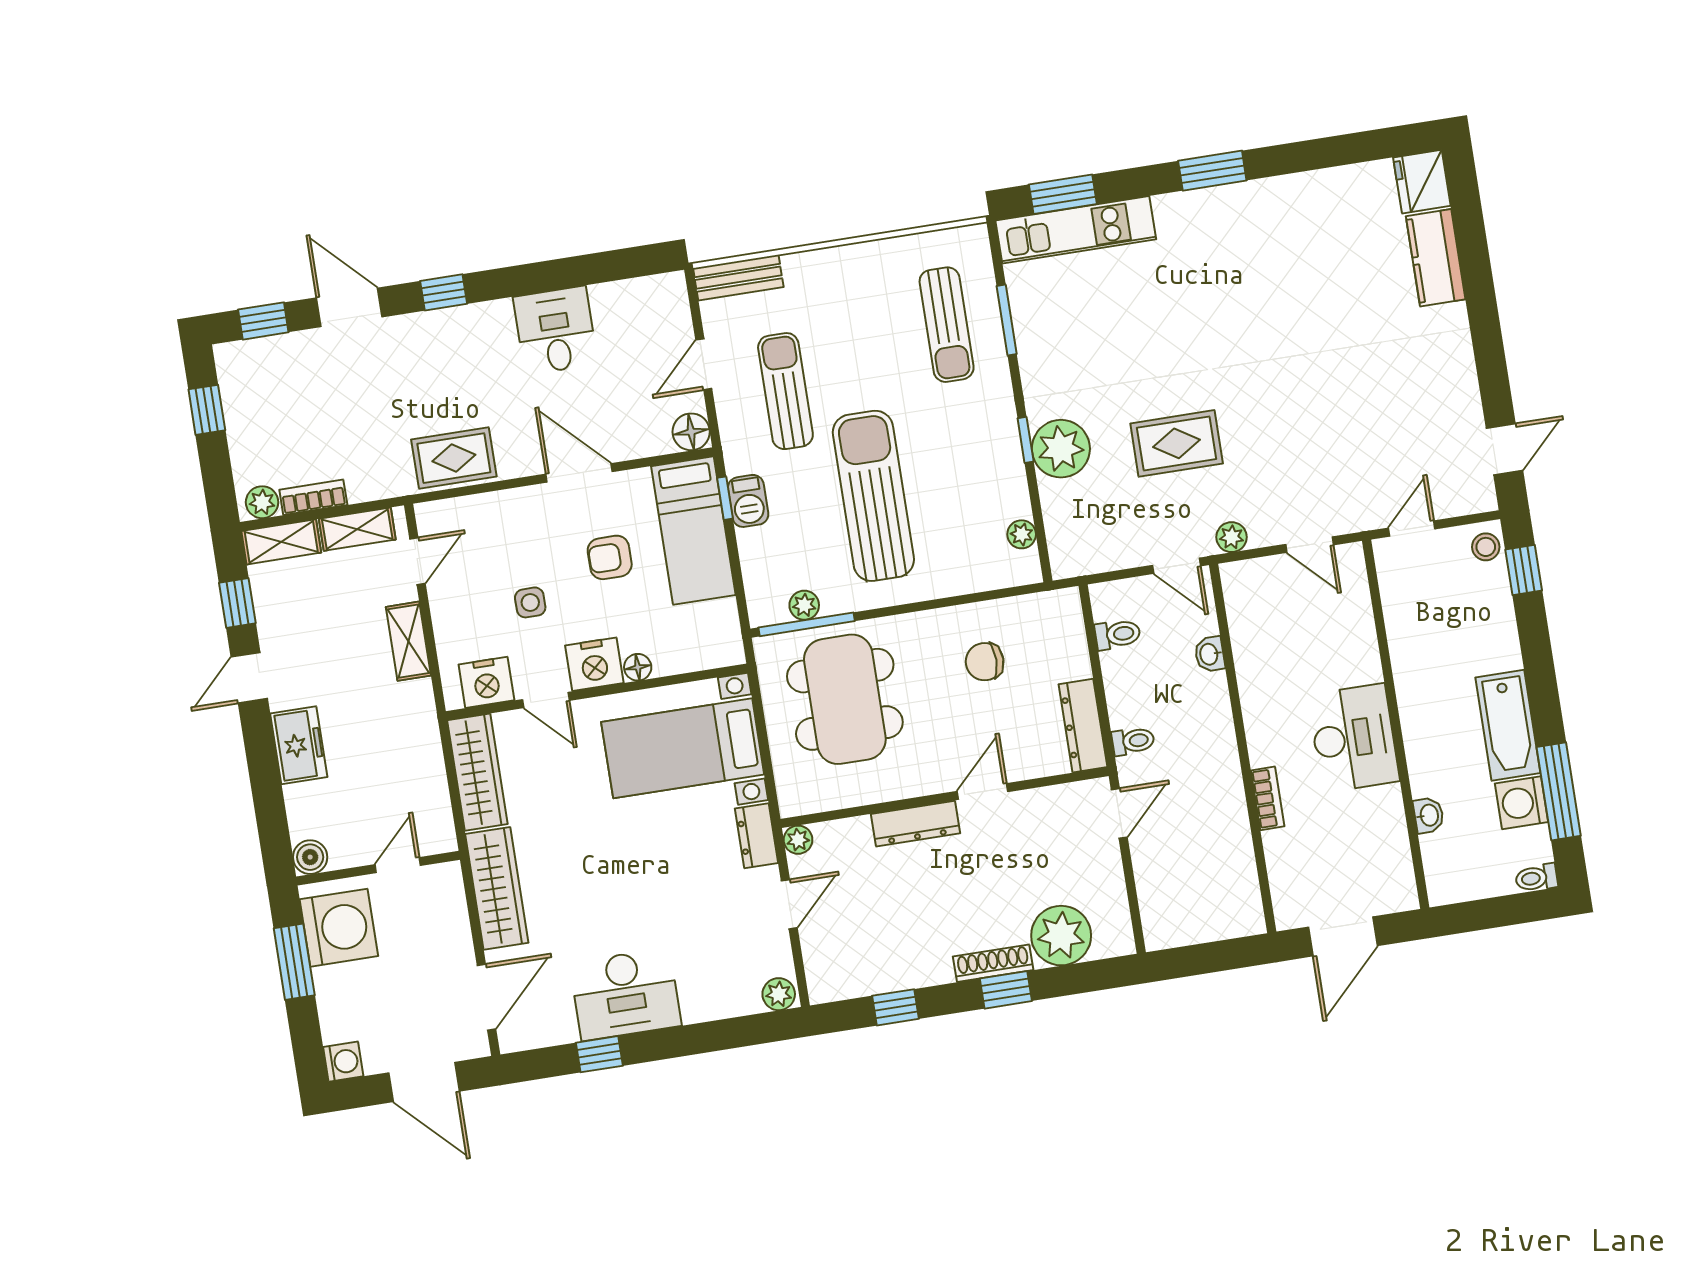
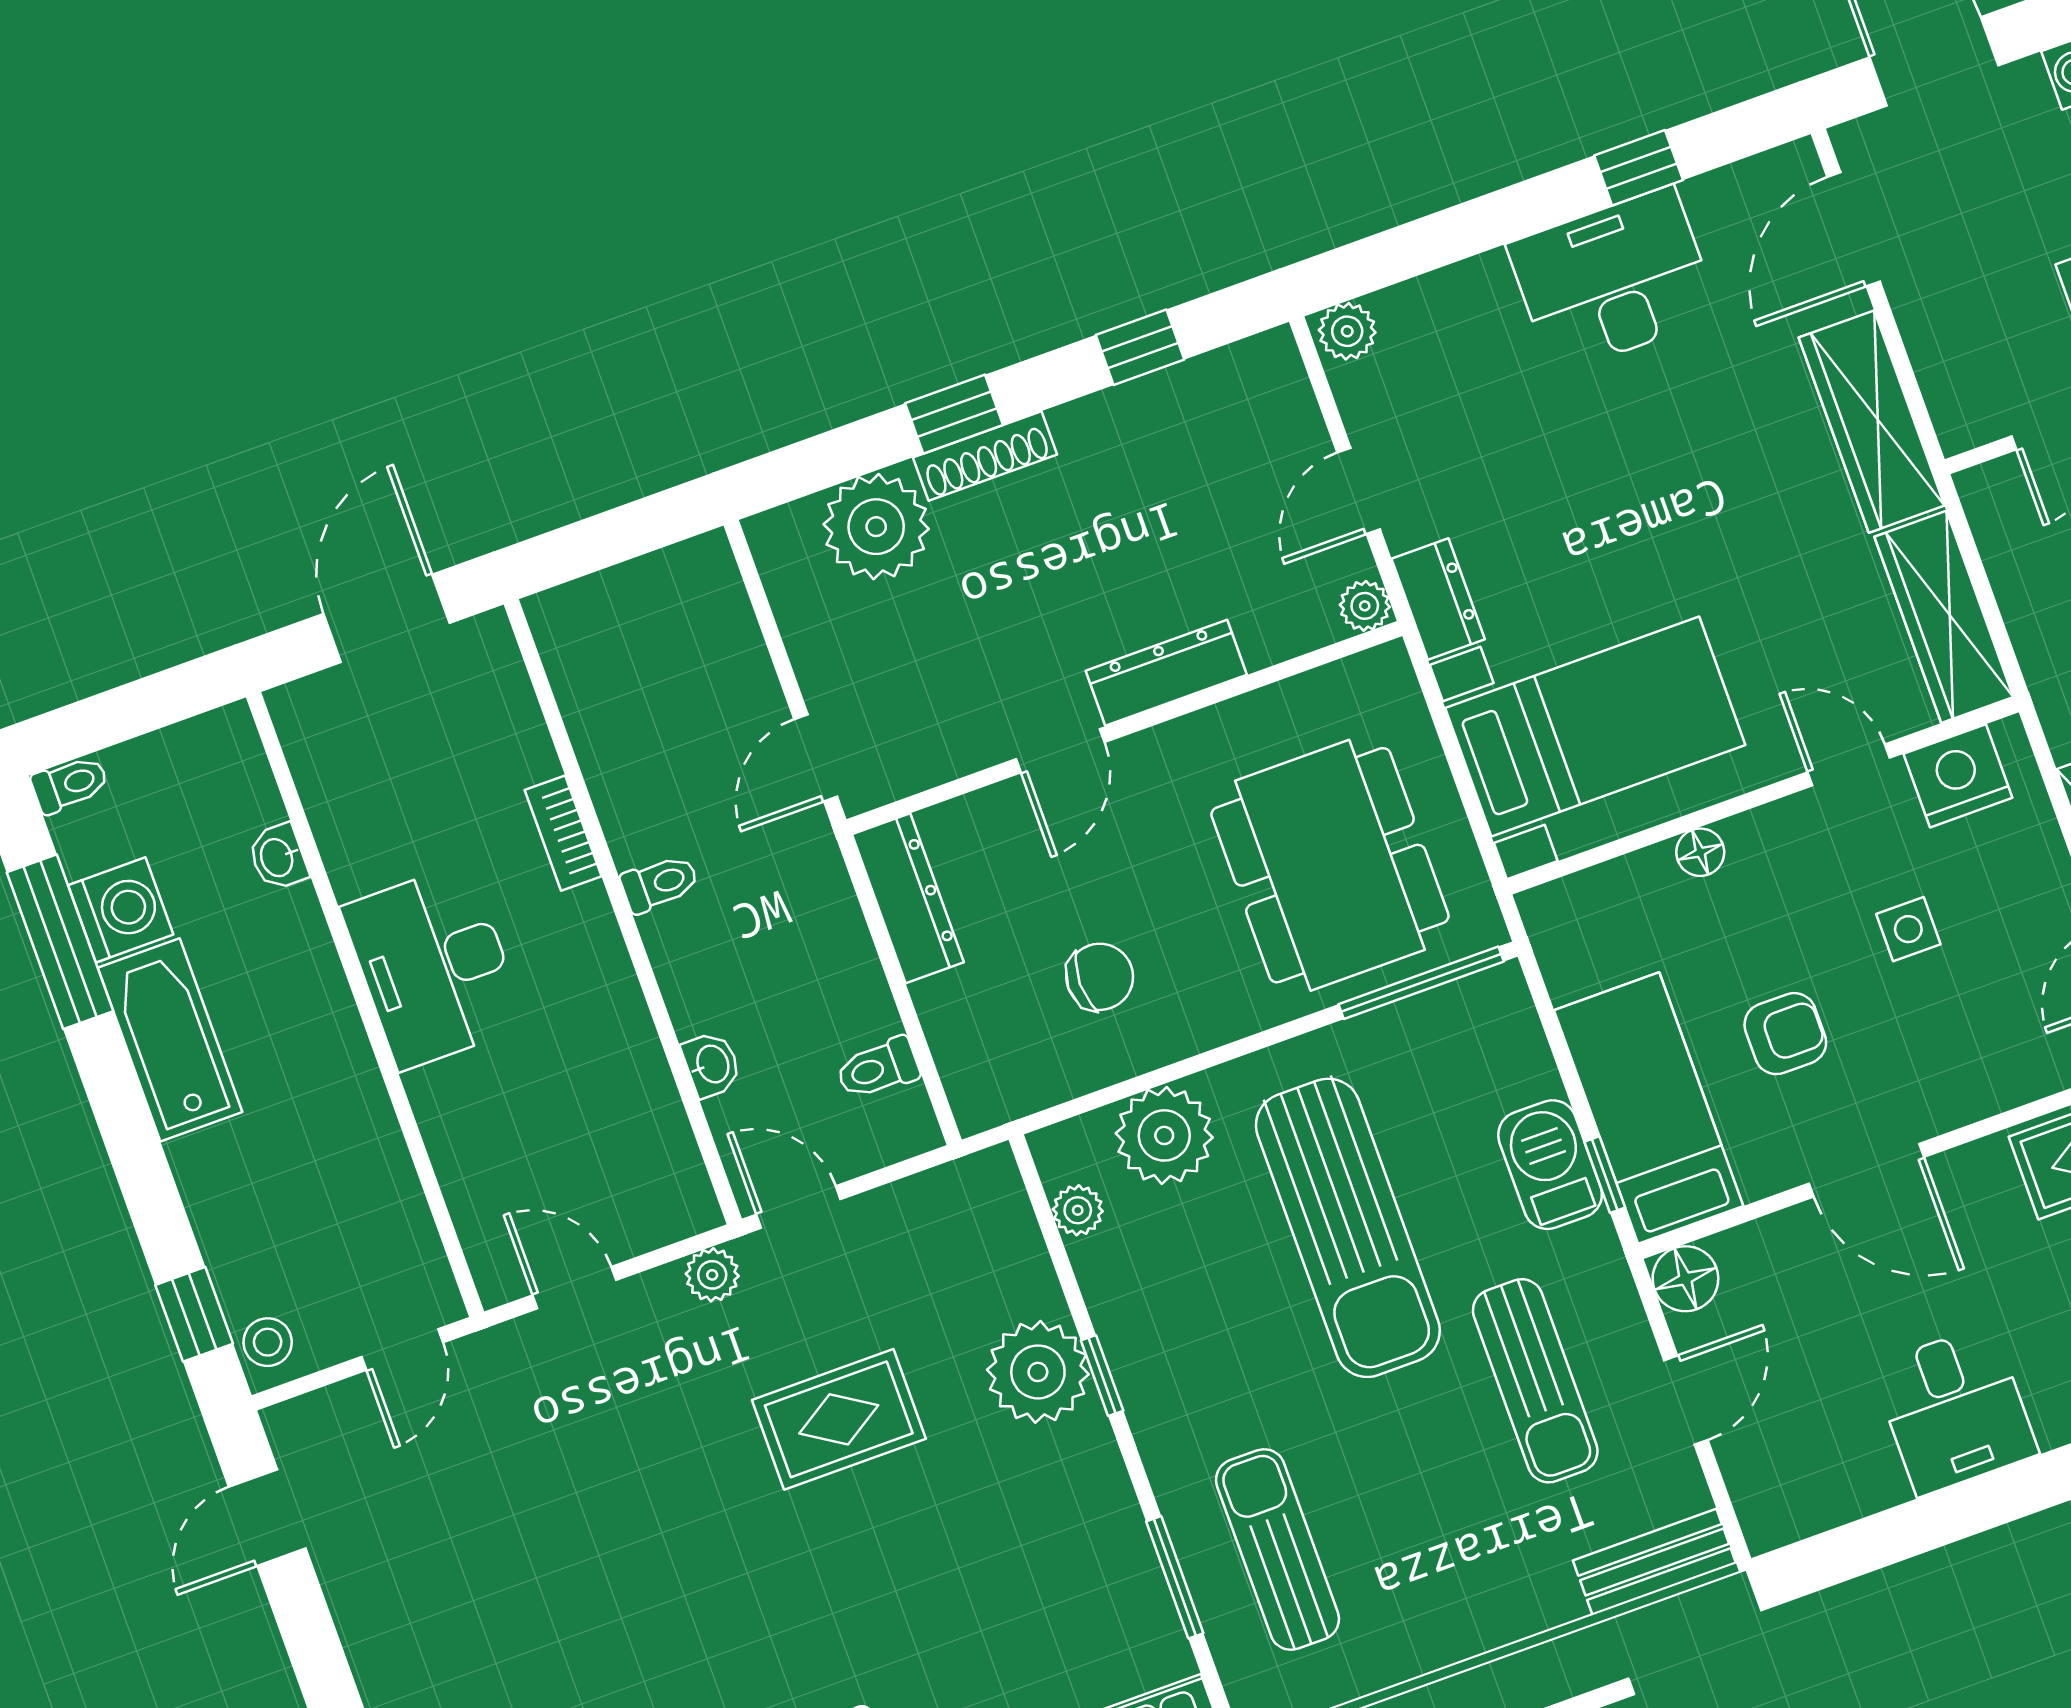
barbecue: (748, 501) -> (1550, 1165), width x1.38, depth x1.27
plant: (804, 605) -> (1164, 1135), moved, width x1.88, depth x1.88
nightstand: (594, 664) -> (1776, 843), removed
toilet: (1133, 741) -> (660, 883), moved, turned 180

